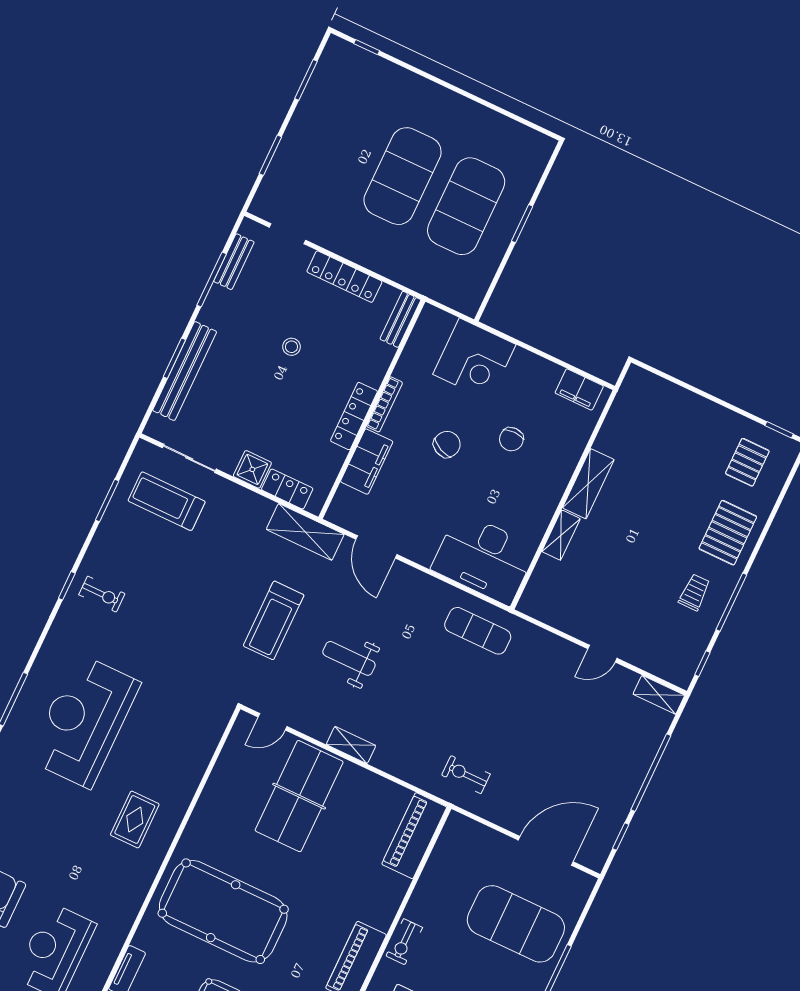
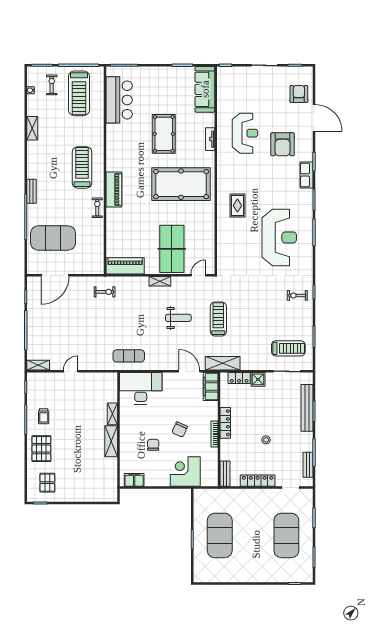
exercise mat: (403, 176) -> (286, 535), moved
filing cabinet: (367, 462) -> (211, 386), moved
piano: (414, 836) -> (125, 266), moved, turned -90

